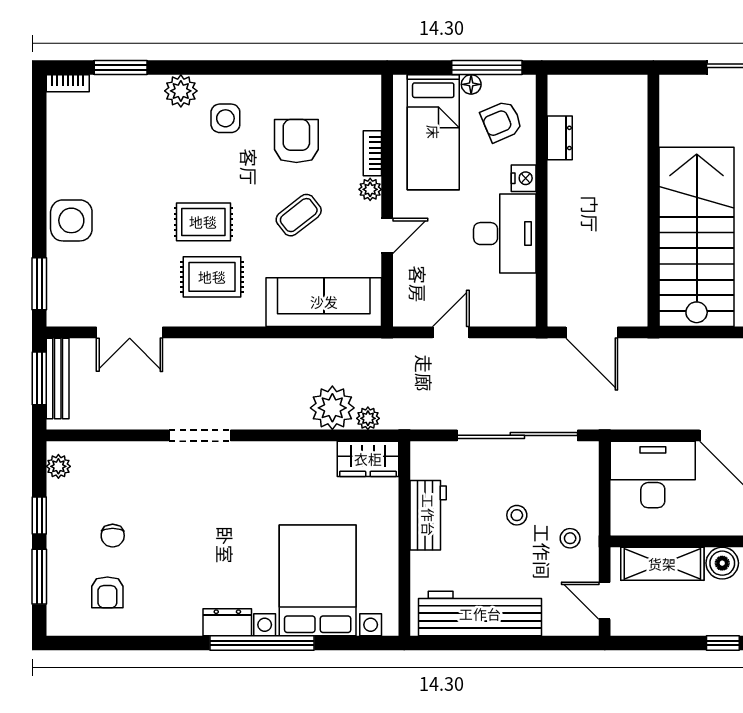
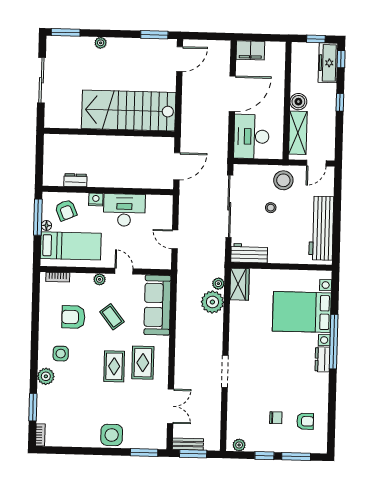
bookcase: (372, 153) -> (58, 277), moved
bench: (58, 378) -> (188, 444), width x0.73
workbench: (428, 515) -> (249, 253), moved
stool: (570, 538) -> (283, 180), width x1.89, depth x1.89

